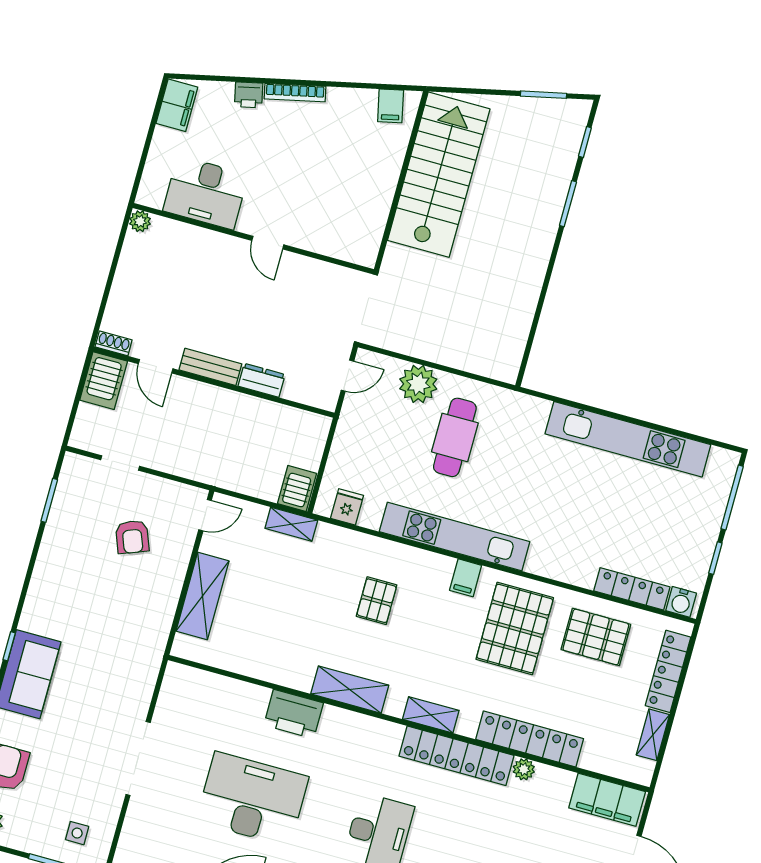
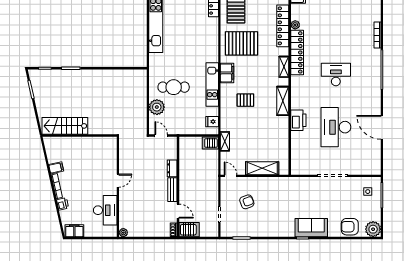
filing cabinet: (391, 106) -> (56, 168), moved
stairs: (439, 175) -> (65, 126), width x0.73, depth x0.66
door: (156, 366) -> (178, 211), hinge flipped
kitchen unit: (455, 537) -> (212, 85), width x0.73
filing cabinet: (466, 578) -> (227, 73), width x2.00

